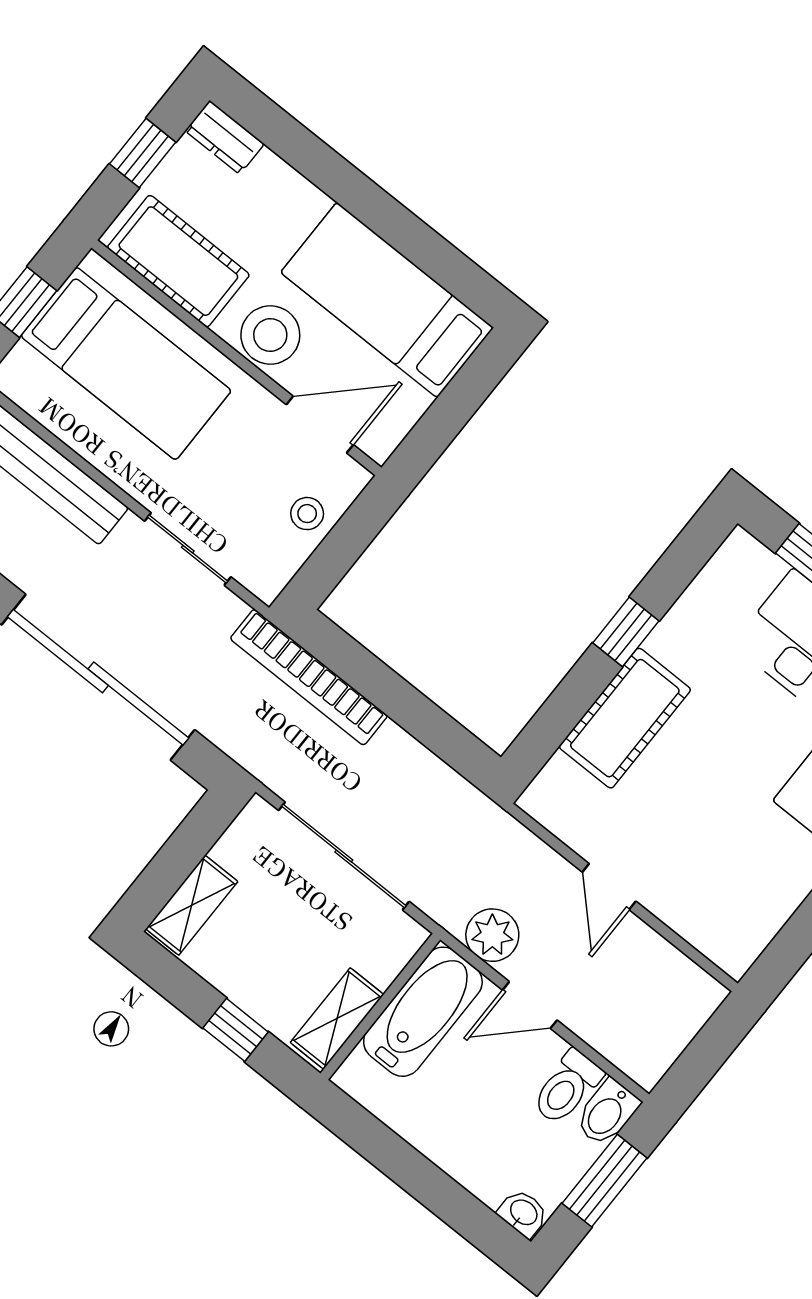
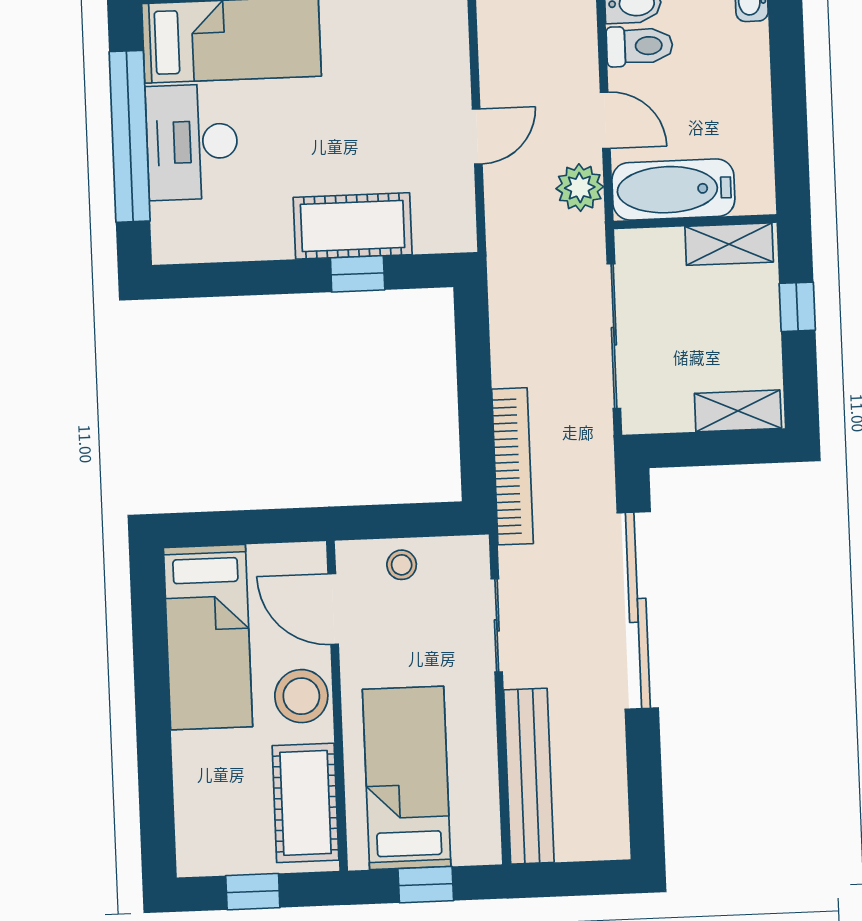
dresser: (225, 137) -> (193, 845), removed
window: (626, 632) -> (358, 274), moved

